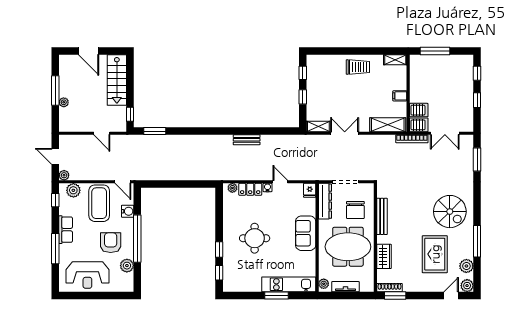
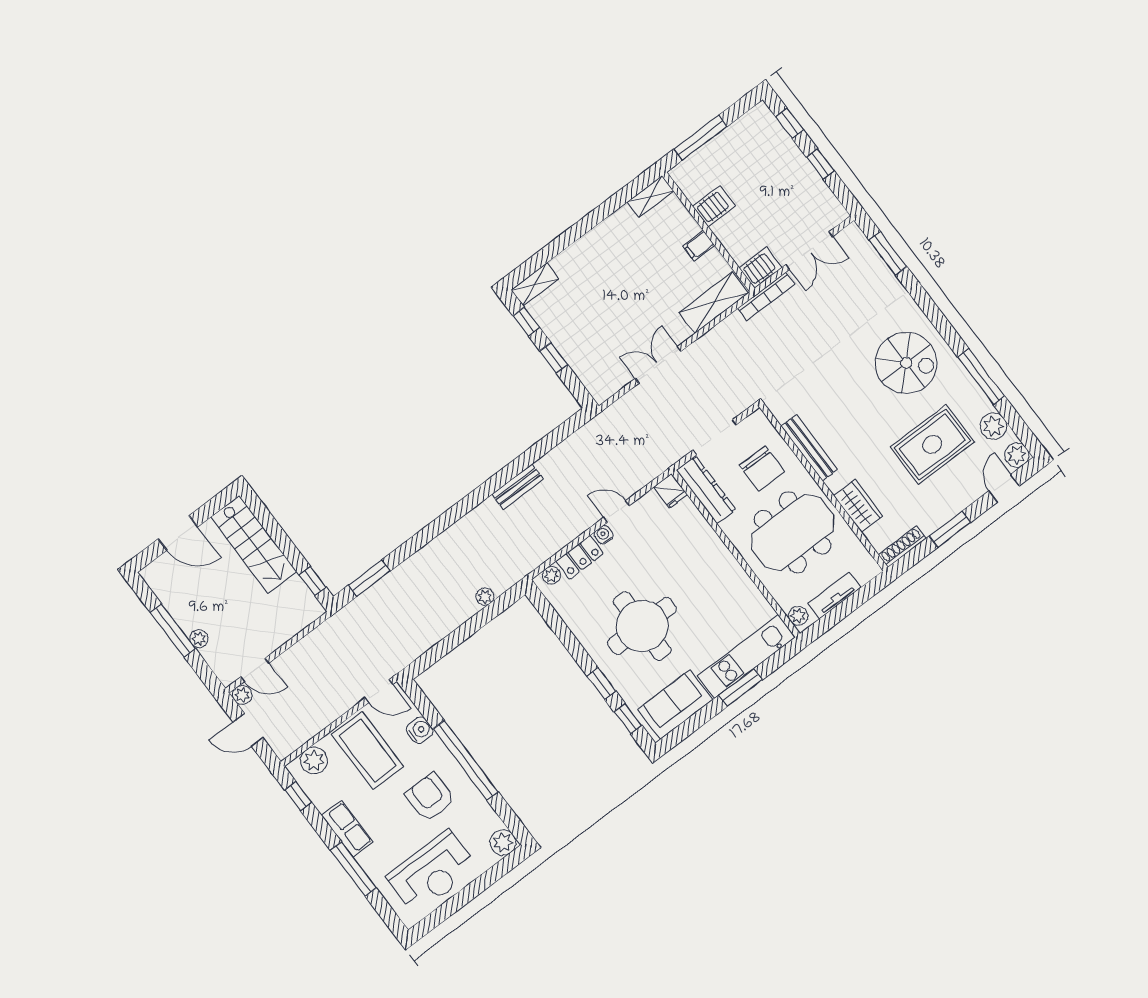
trolley: (358, 67) -> (603, 250), removed
server rack: (419, 110) -> (714, 206), moved
shelving: (318, 126) -> (535, 284), moved
door: (102, 133) -> (255, 670), moved
plant: (64, 175) -> (242, 695), moved
plant: (198, 176) -> (485, 597), added
sofa: (306, 233) -> (675, 705), moved, turned 90
round table: (255, 238) -> (642, 626), width x1.36, depth x1.36
rug: (435, 254) -> (932, 444), turned 90
plant: (127, 266) -> (503, 843), moved
window: (395, 296) -> (950, 529), moved

